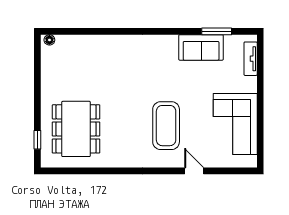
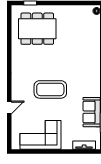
coffee table: (166, 126) -> (50, 89), moved

